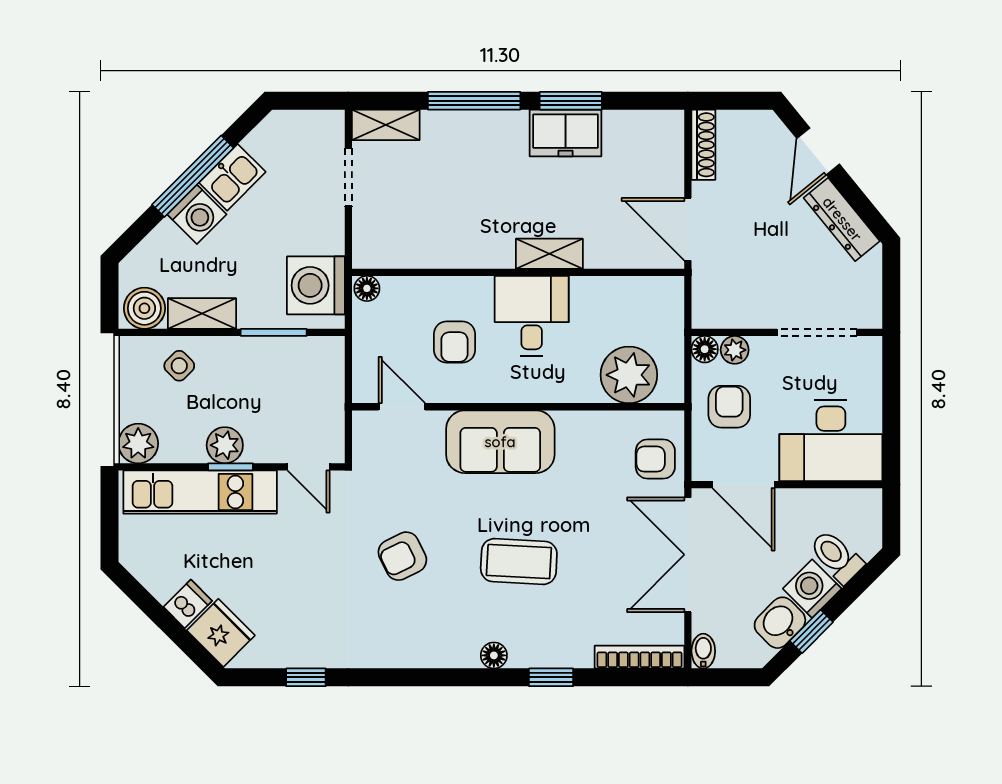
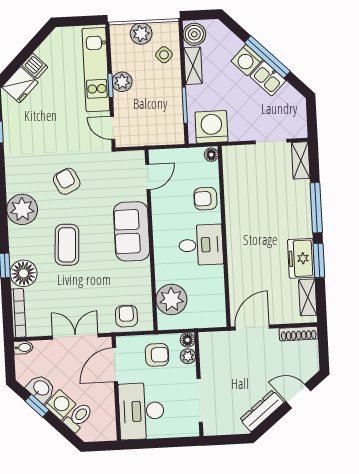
shelving: (549, 254) -> (308, 297), moved
armchair: (454, 342) -> (205, 199), moved
plant: (138, 444) -> (141, 34), moved
door: (309, 467) -> (113, 128), hinge flipped
double door: (688, 555) -> (75, 336), width x0.73
plant: (450, 640) -> (22, 209), added
floor lamp: (494, 655) -> (24, 273), moved, width x1.89, depth x1.89

